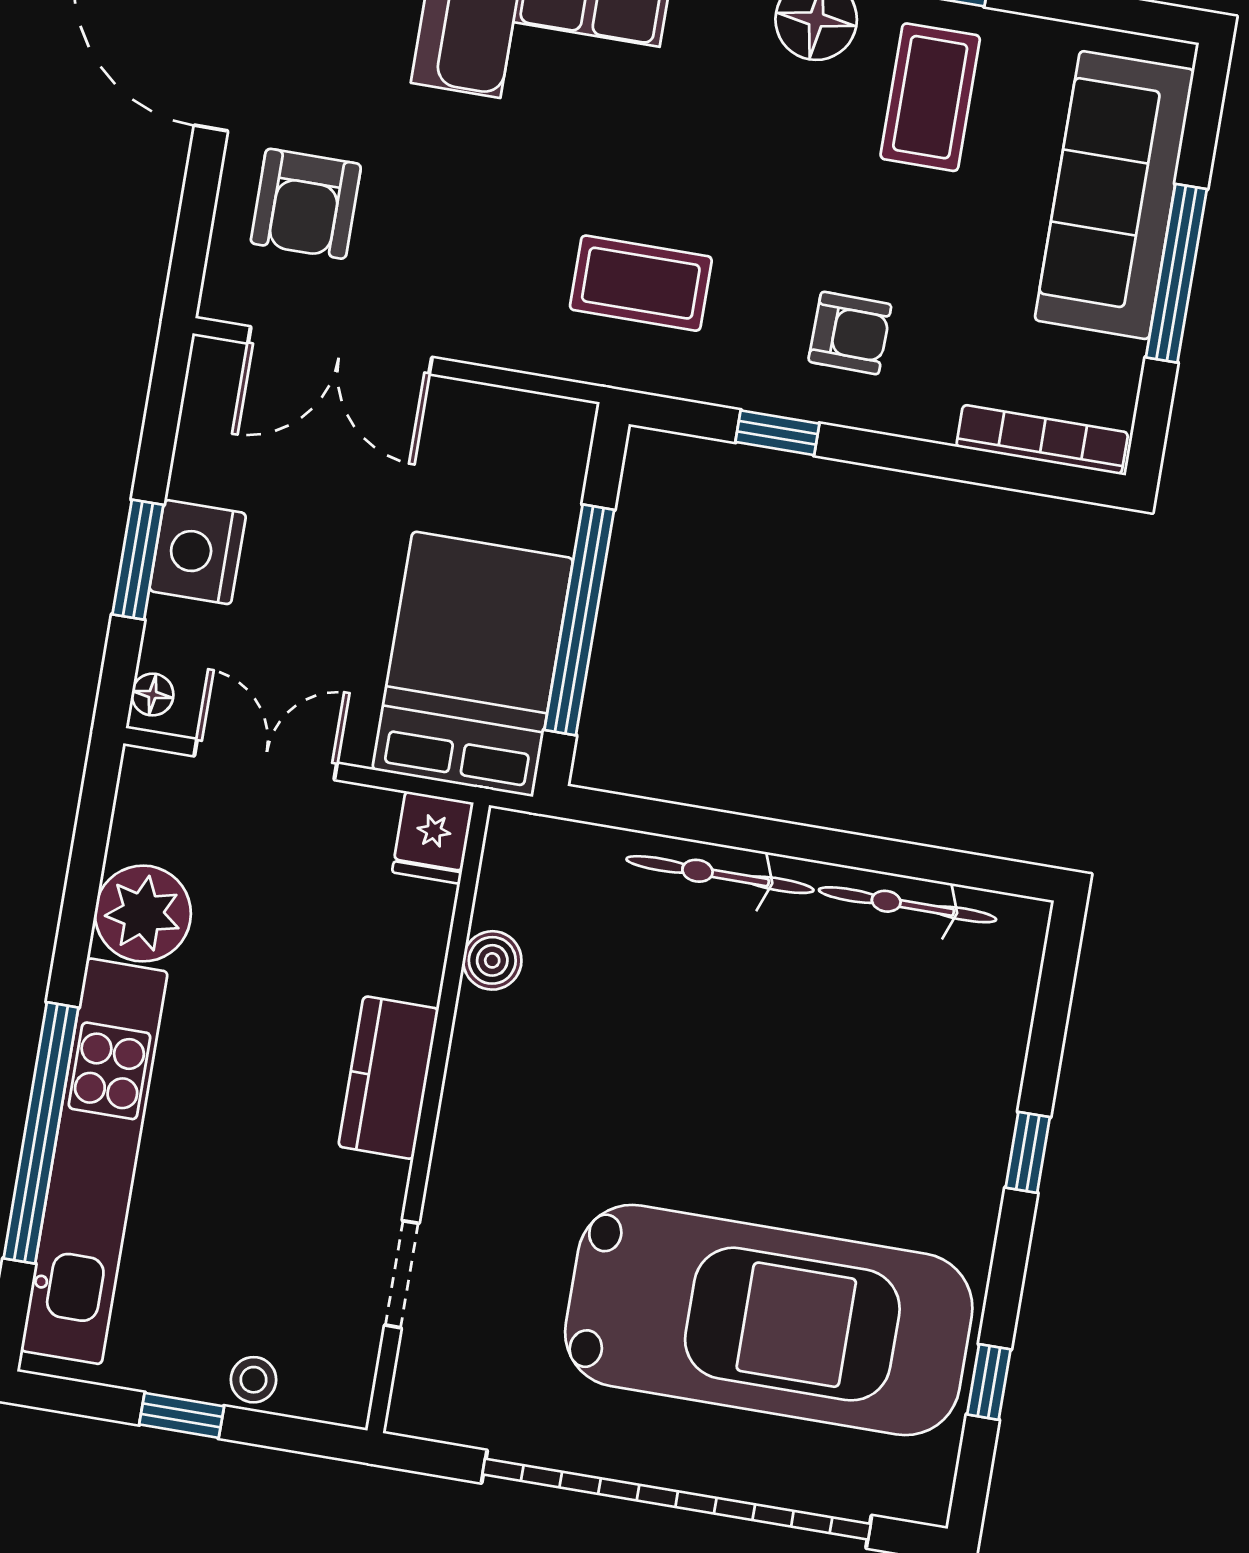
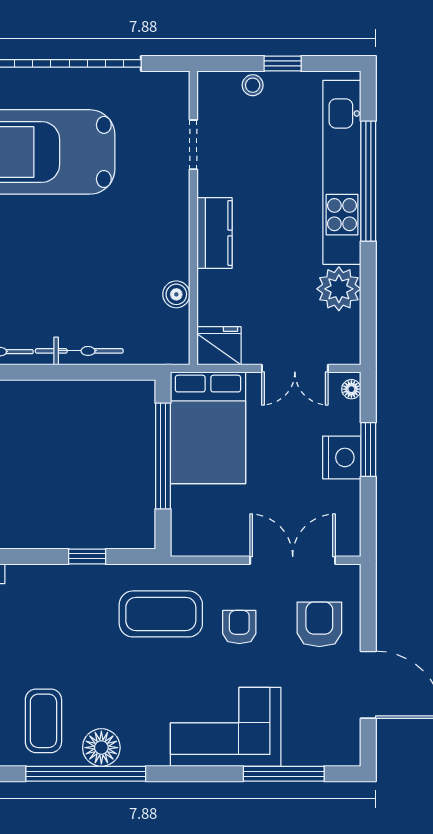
coffee table: (641, 283) -> (161, 614), width x1.36, depth x1.32
armchair: (850, 333) -> (239, 627), moved, turned 89
fridge: (433, 837) -> (219, 346), width x1.38

